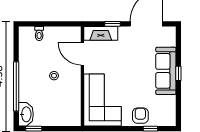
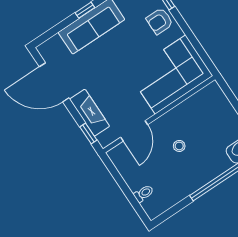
window: (112, 24) -> (88, 134), moved
fireplace: (101, 33) -> (90, 113), moved

